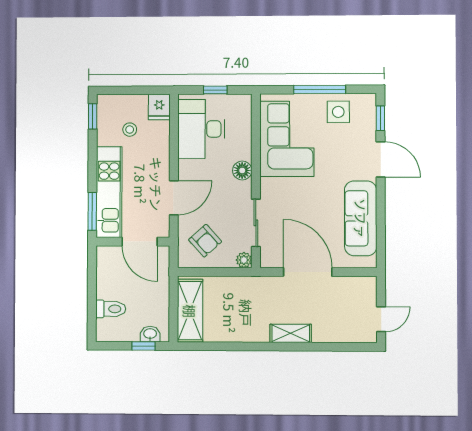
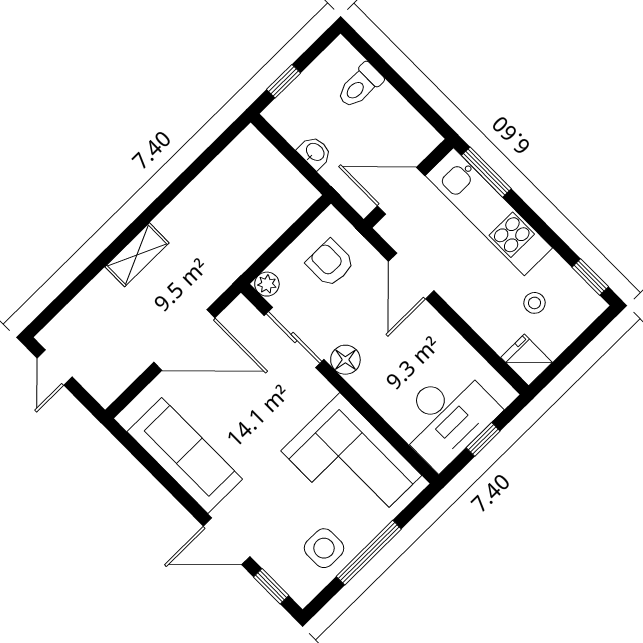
desk: (201, 129) -> (446, 416), moved, turned 90
floor lamp: (242, 170) -> (345, 360), moved
armchair: (205, 241) -> (330, 263), turned 42
shelving: (190, 311) -> (271, 171), removed
washbasin: (150, 334) -> (315, 152), moved, turned -90

